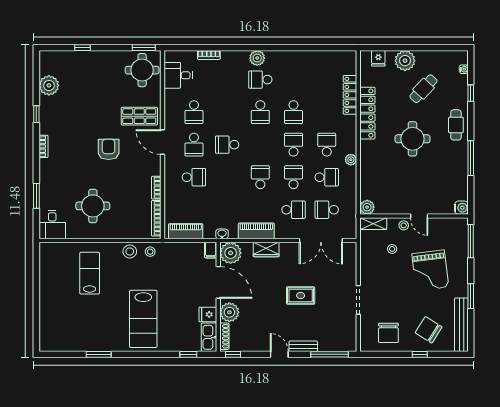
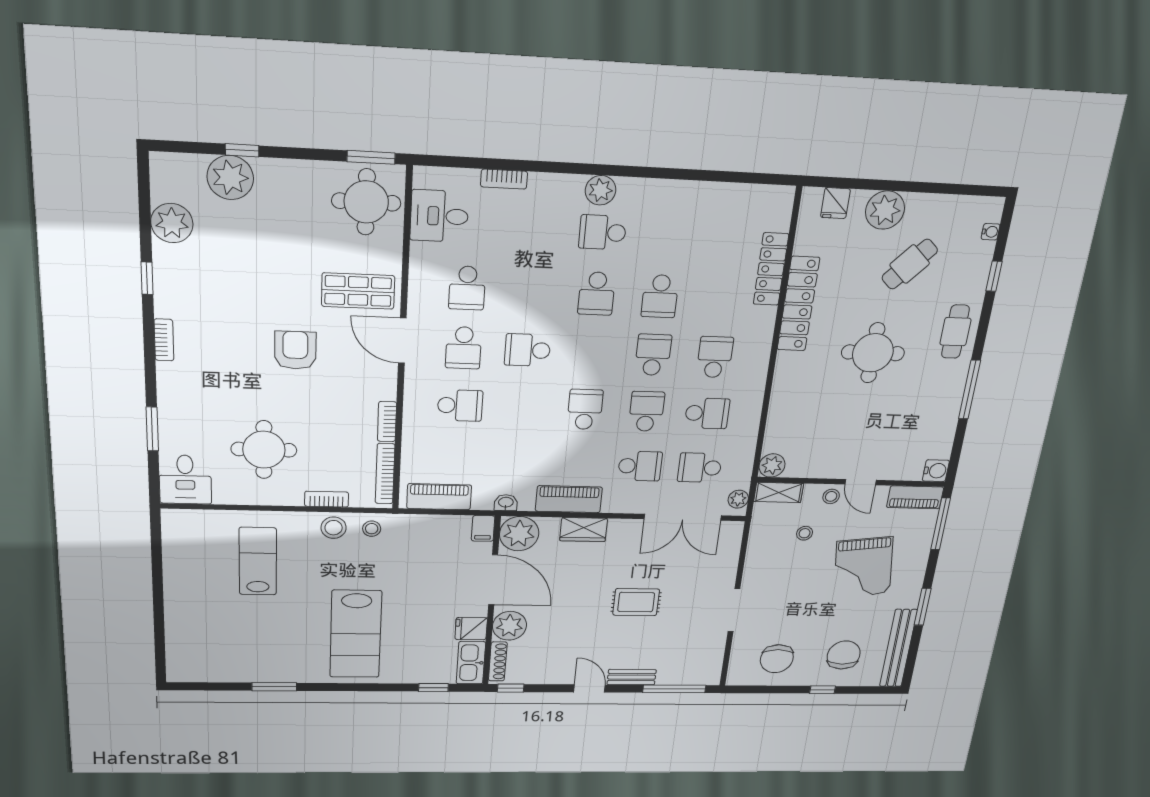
plant: (77, 61) -> (230, 178), added
plant: (351, 160) -> (738, 499), moved
piano: (452, 225) -> (915, 497), added
bookcase: (126, 234) -> (327, 499), added
chair: (429, 330) -> (844, 655), turned 58

